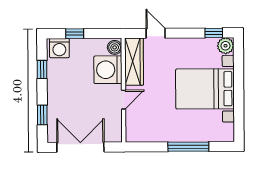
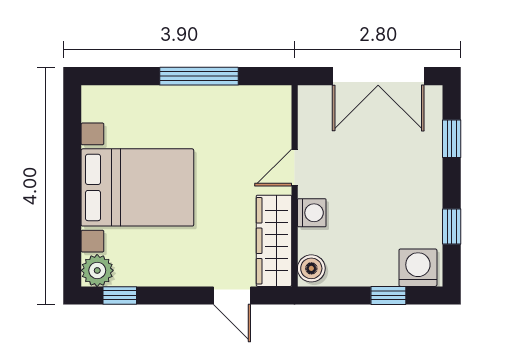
washing machine: (108, 70) -> (312, 213), width x0.53, depth x0.53
window: (188, 147) -> (199, 76), moved

